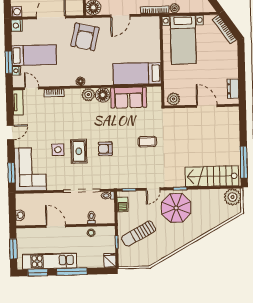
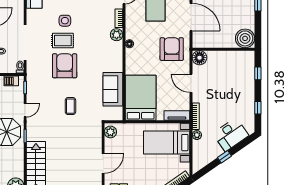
tv unit: (155, 30) -> (177, 116), added
armchair: (85, 37) -> (172, 49), turned 77
bed: (137, 74) -> (141, 98), width x1.50
plant: (88, 95) -> (117, 35), moved
floor lamp: (103, 95) -> (116, 65), removed
armchair: (105, 149) -> (65, 66), width x1.88, depth x1.88
door: (153, 189) -> (25, 110), swing flipped

